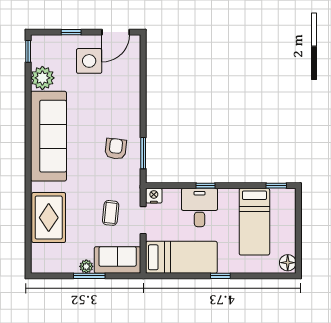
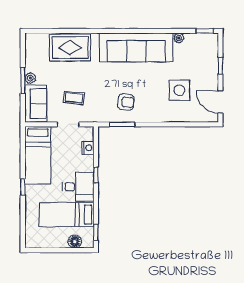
side table: (89, 61) -> (179, 90), moved
plant: (42, 78) -> (179, 38), width x0.53, depth x0.53
nightstand: (154, 196) -> (88, 148), moved
desk: (199, 207) -> (78, 187), moved
floor lamp: (288, 263) -> (75, 242), moved

